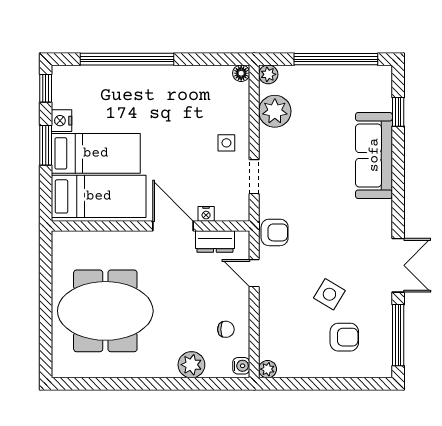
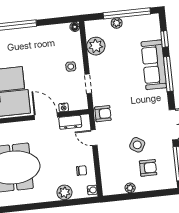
plant: (268, 74) -> (117, 23), moved
window: (398, 175) -> (168, 74), added
plant: (268, 369) -> (130, 188), moved

